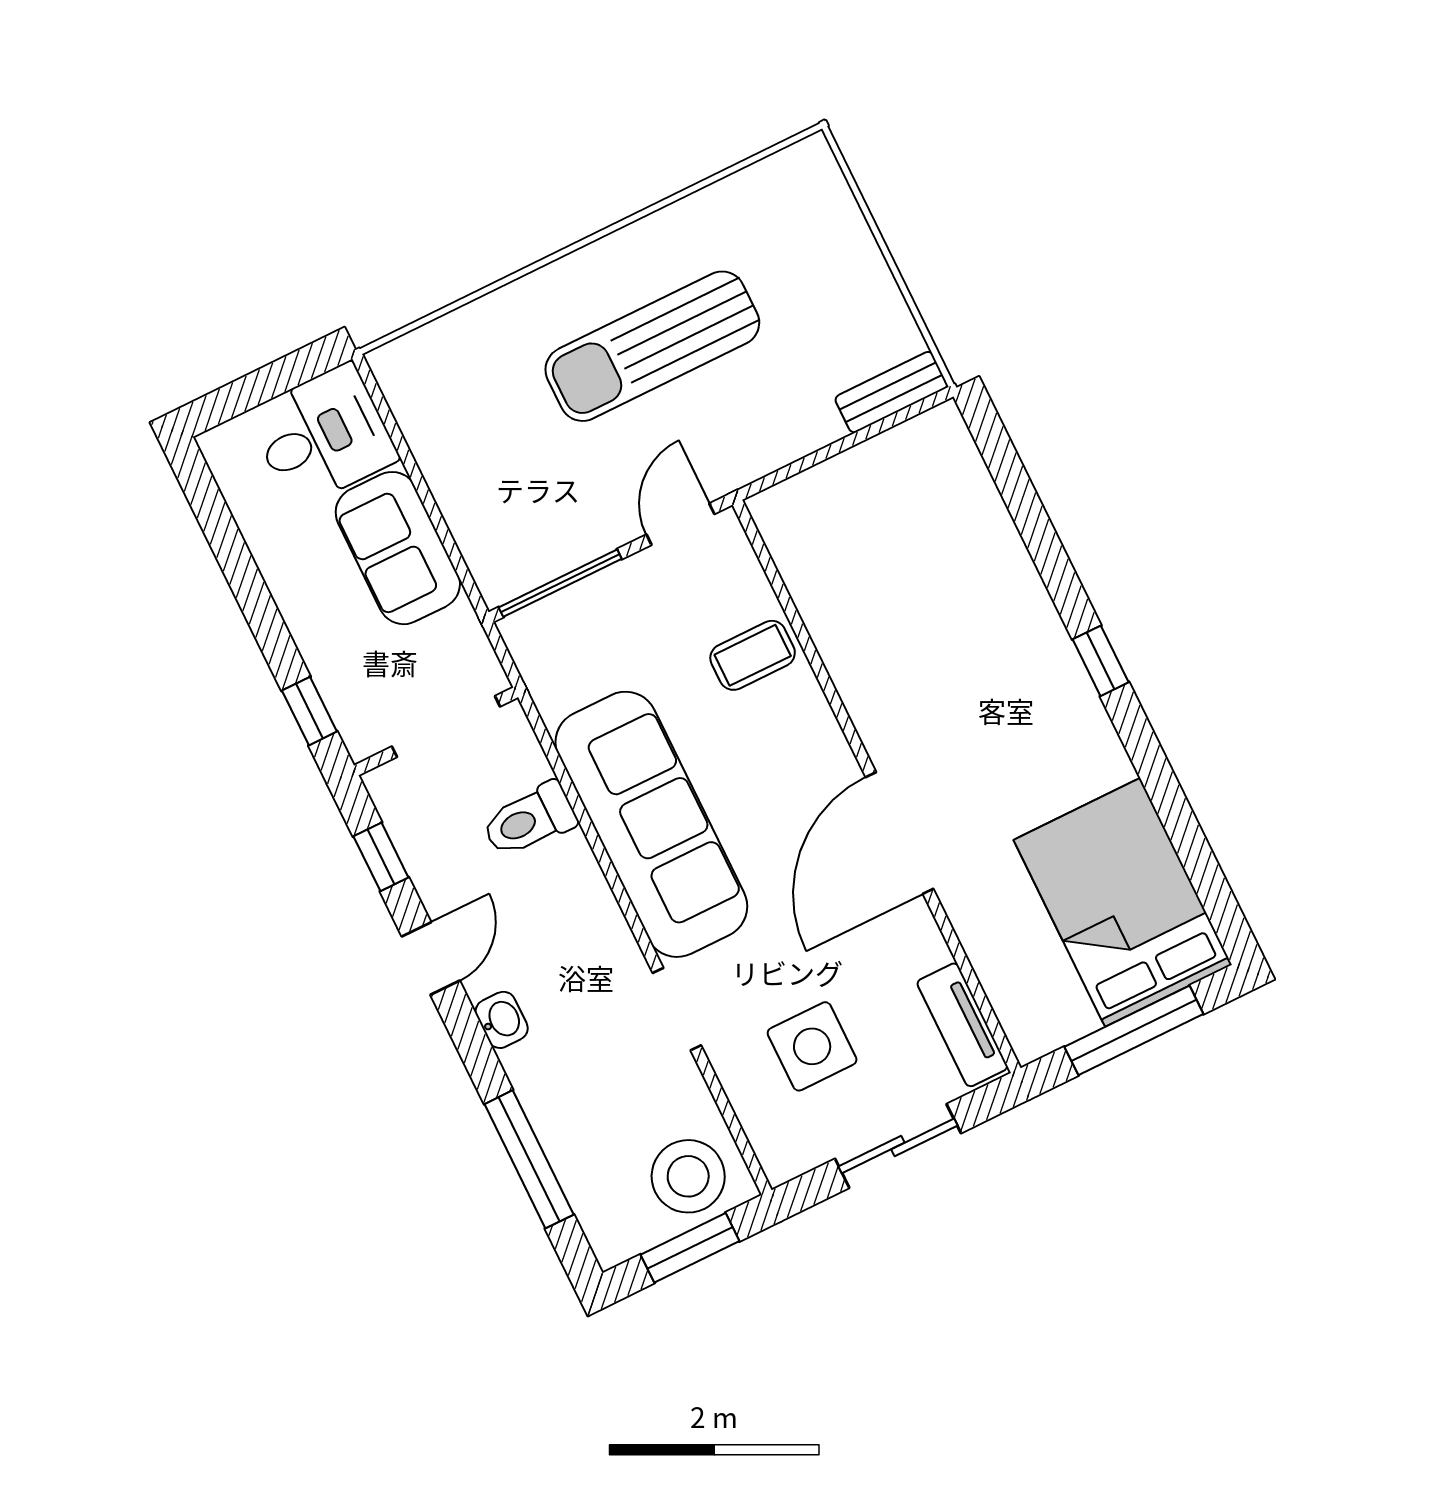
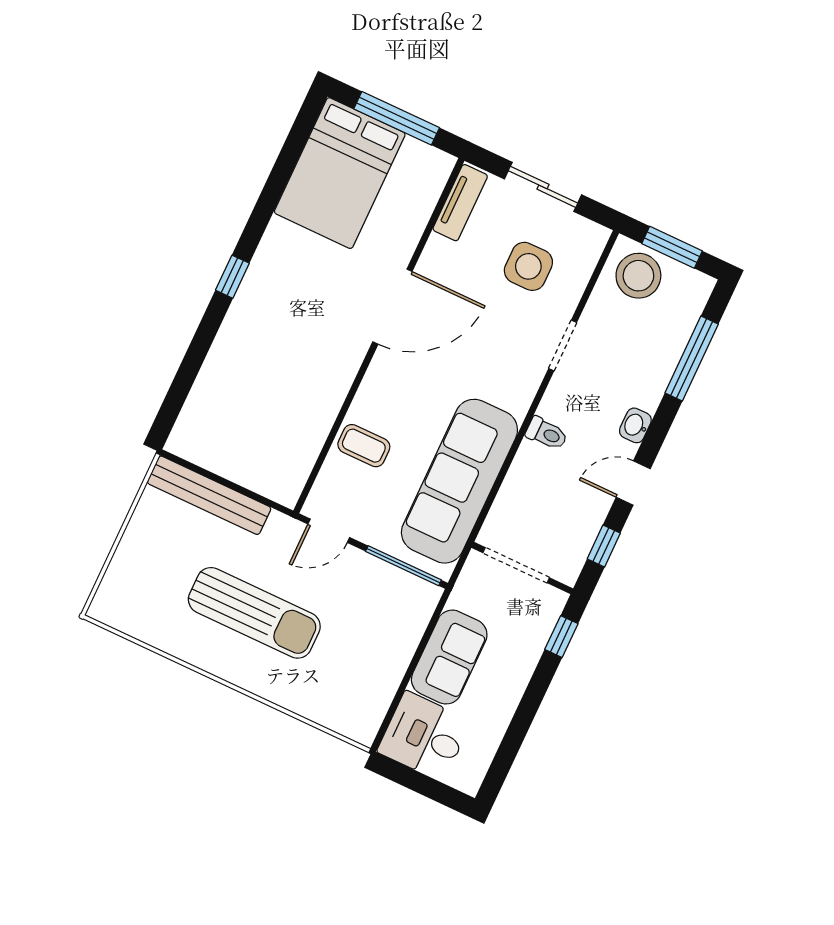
bench: (891, 392) -> (209, 495), width x1.86, depth x1.21
toilet: (529, 820) -> (547, 434), moved, width x0.73, depth x0.72
sofa: (651, 824) -> (459, 481), moved

